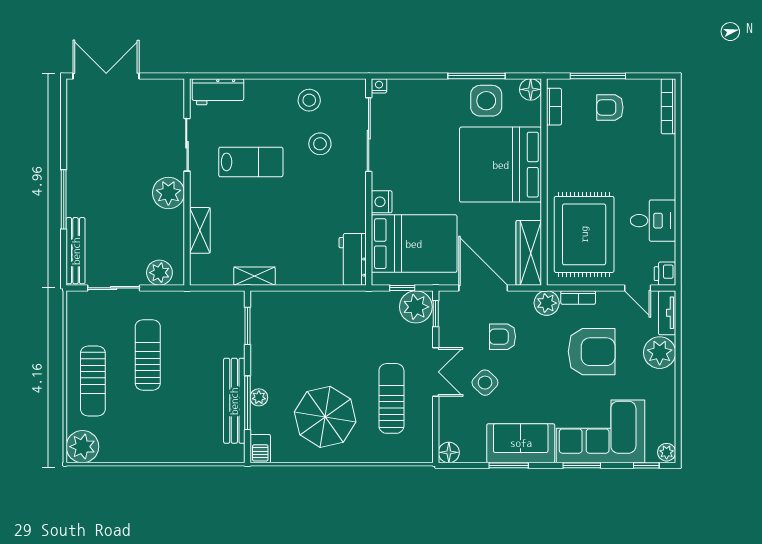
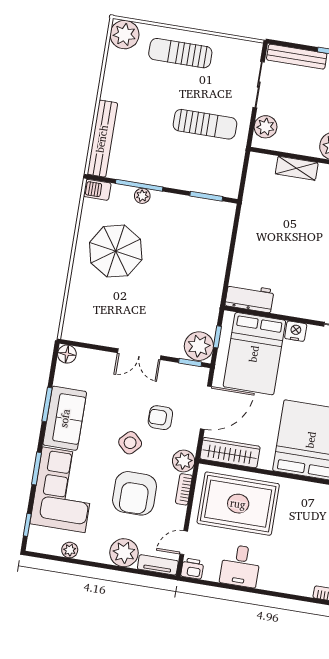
shelving: (254, 276) -> (249, 209), removed
armchair: (502, 337) -> (160, 418), turned -90
sun lounger: (148, 355) -> (205, 124), moved
side table: (485, 383) -> (130, 443), moved
sun lounger: (391, 398) -> (122, 312), removed
bench: (234, 401) -> (102, 139), moved, turned 90
plant: (667, 452) -> (70, 550), moved

